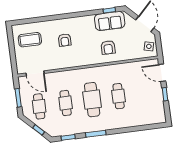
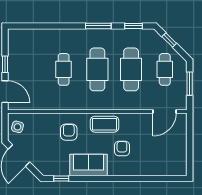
sofa: (110, 21) -> (89, 165), moved
coffee table: (30, 40) -> (104, 124), moved
door: (35, 73) -> (165, 112), swing flipped
cafe table: (66, 103) -> (131, 69), width x1.37, depth x1.35

